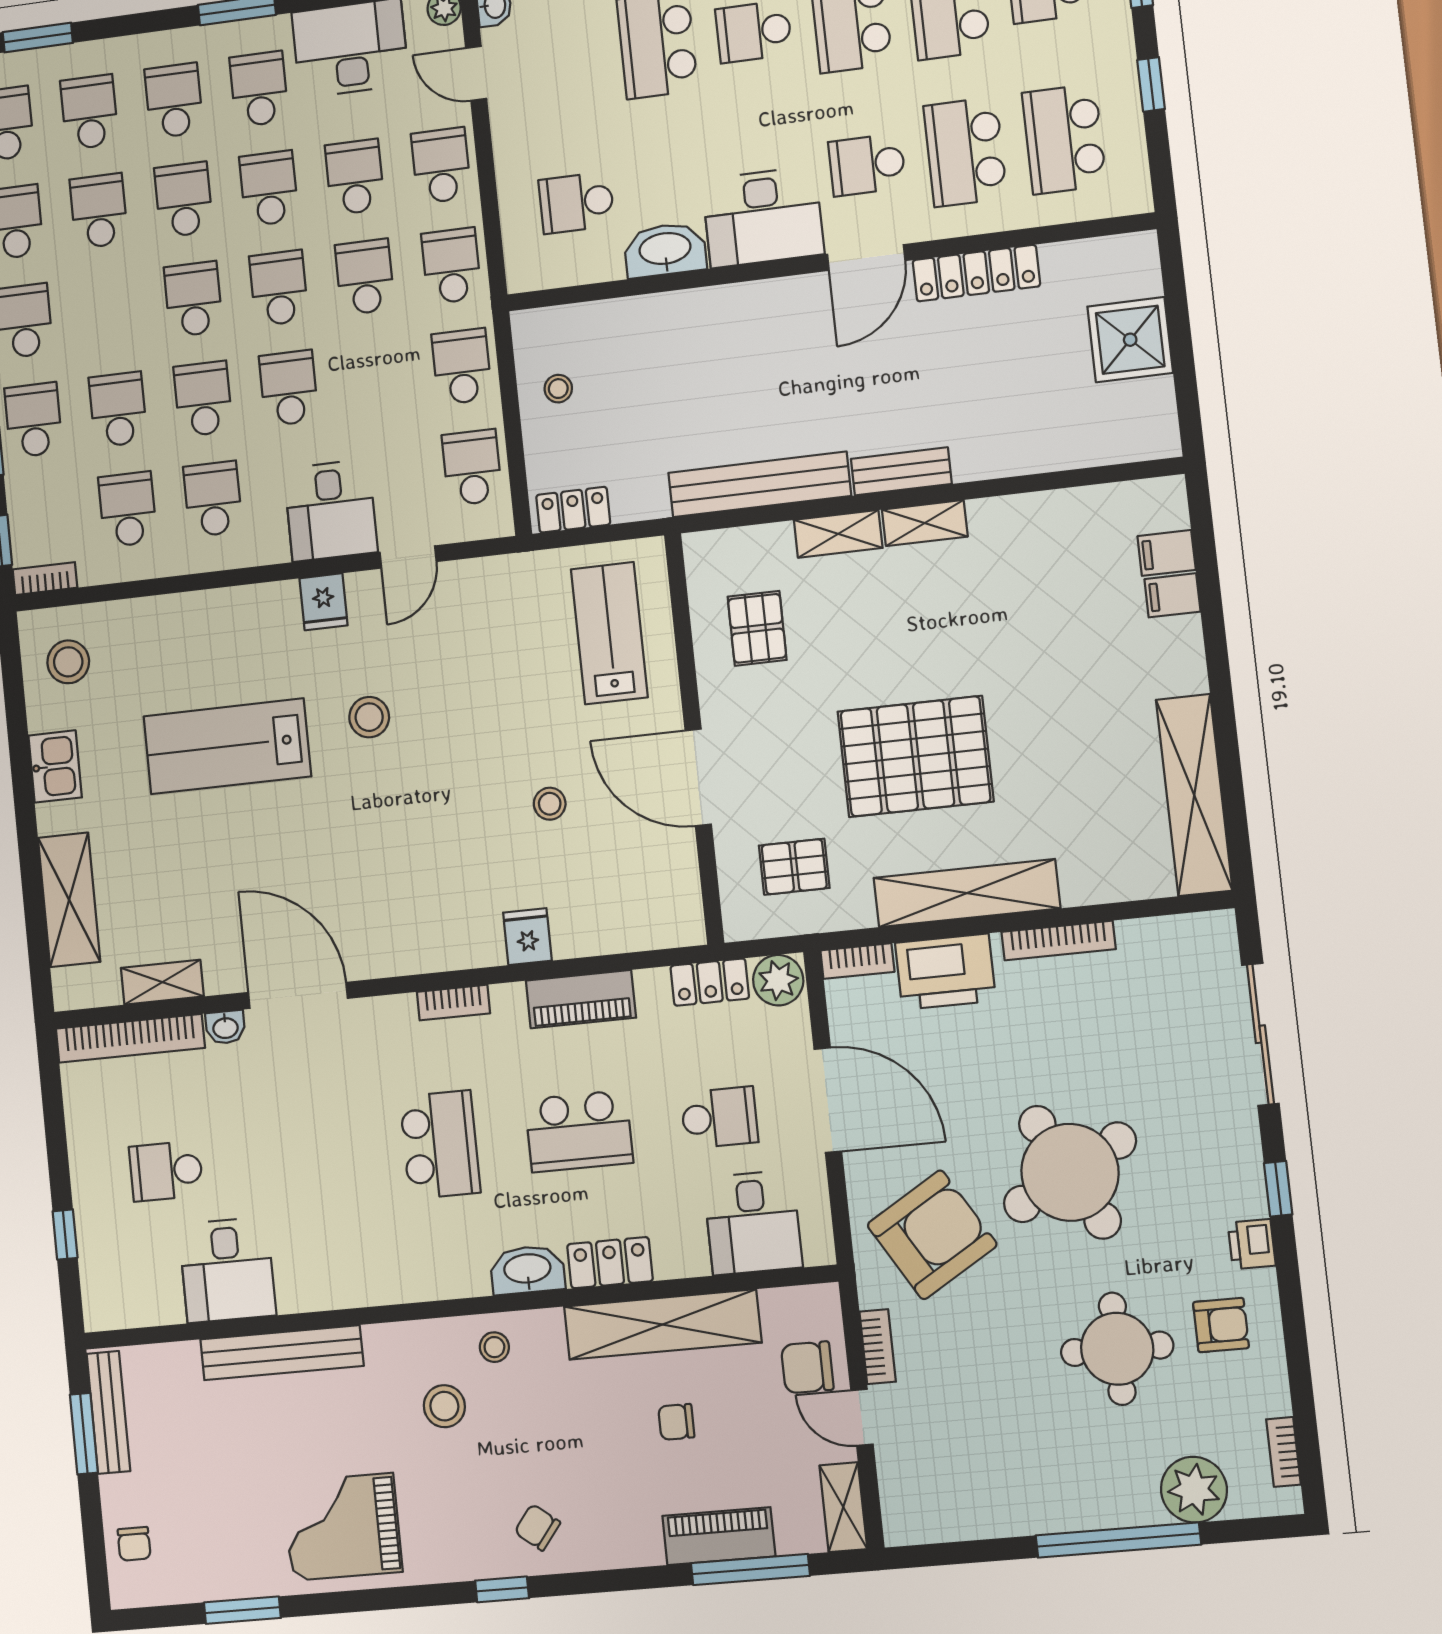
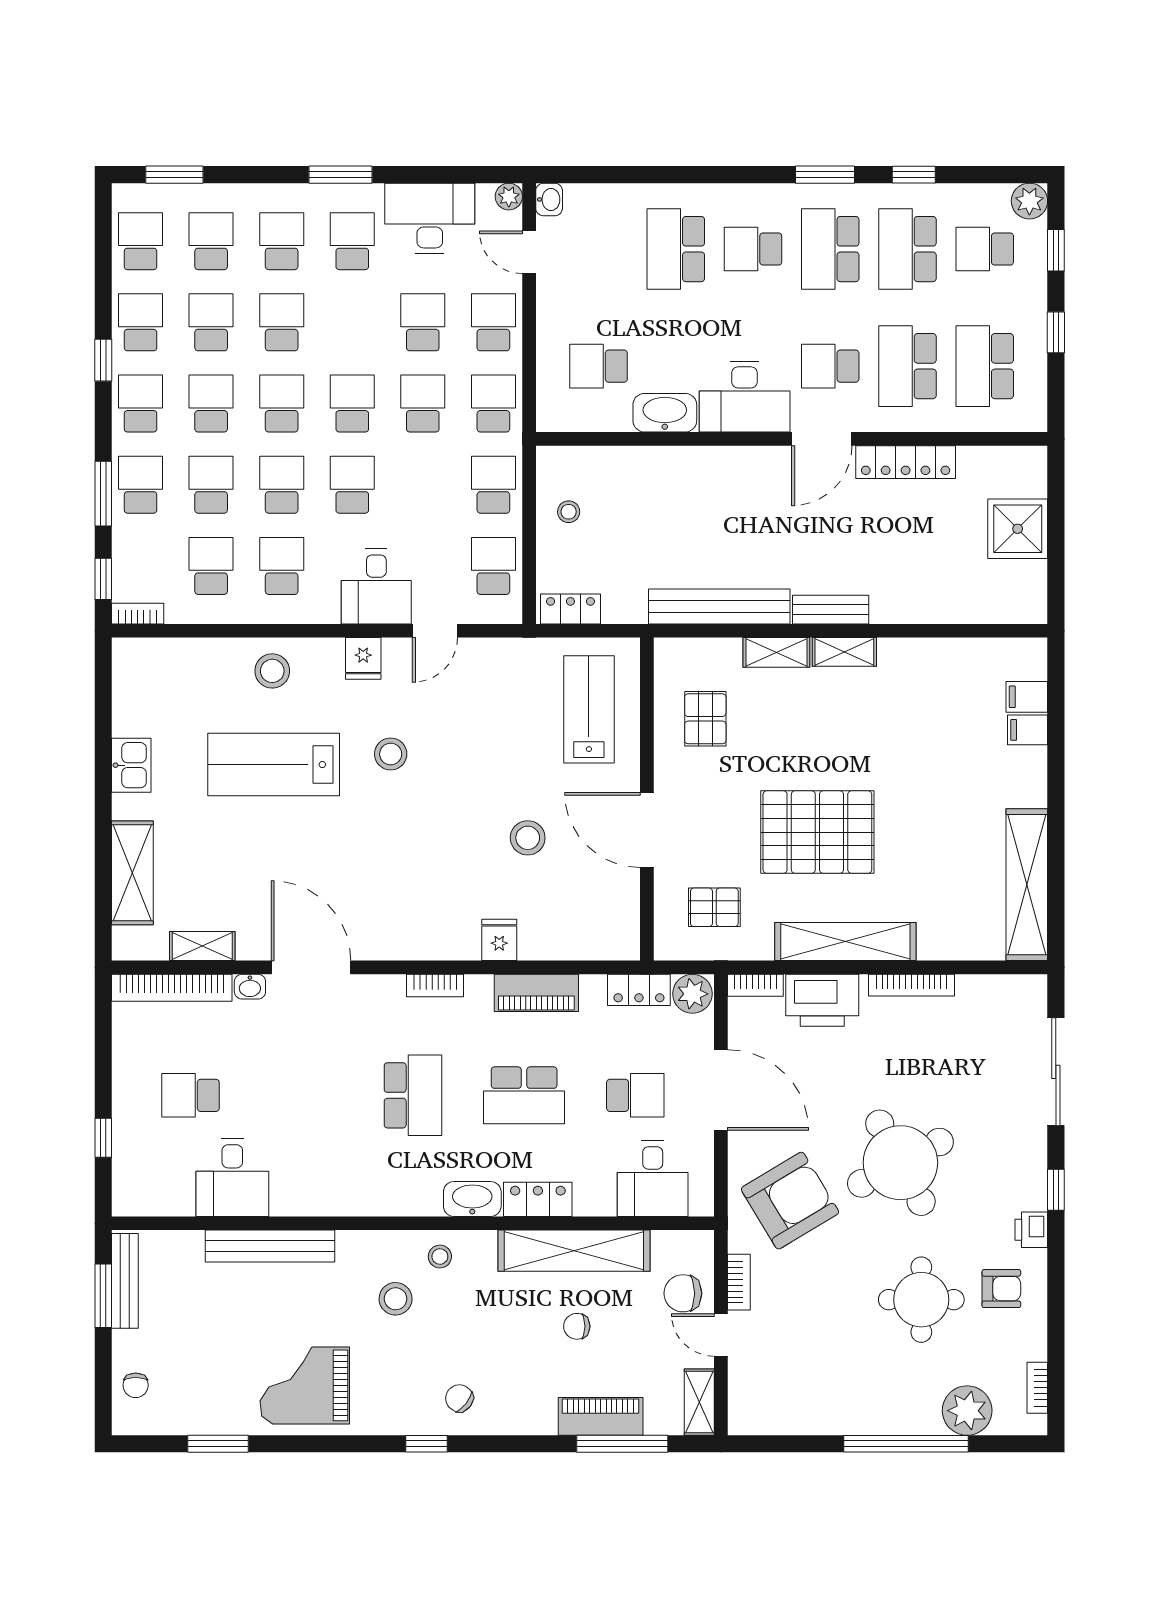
school desk: (269, 188) -> (211, 404), moved
stool: (68, 662) -> (272, 671), moved
stool: (550, 804) -> (528, 838), width x1.37, depth x1.37

